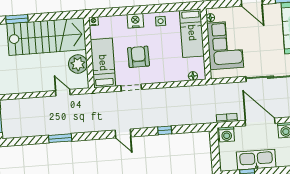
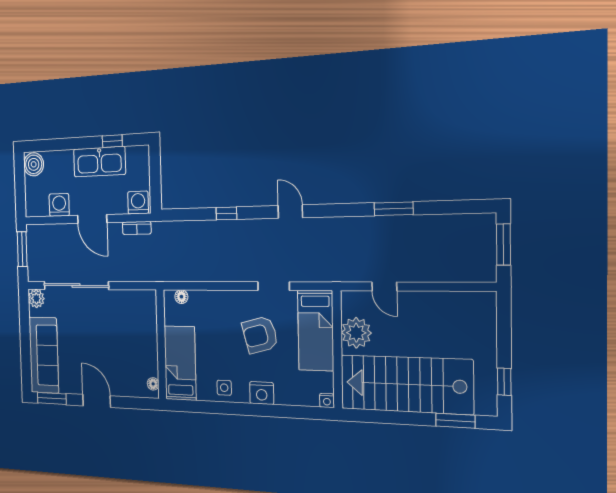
corner sofa: (225, 45) -> (135, 340), removed
armchair: (138, 57) -> (260, 335), turned 76
door: (260, 122) -> (92, 219), width x0.73

